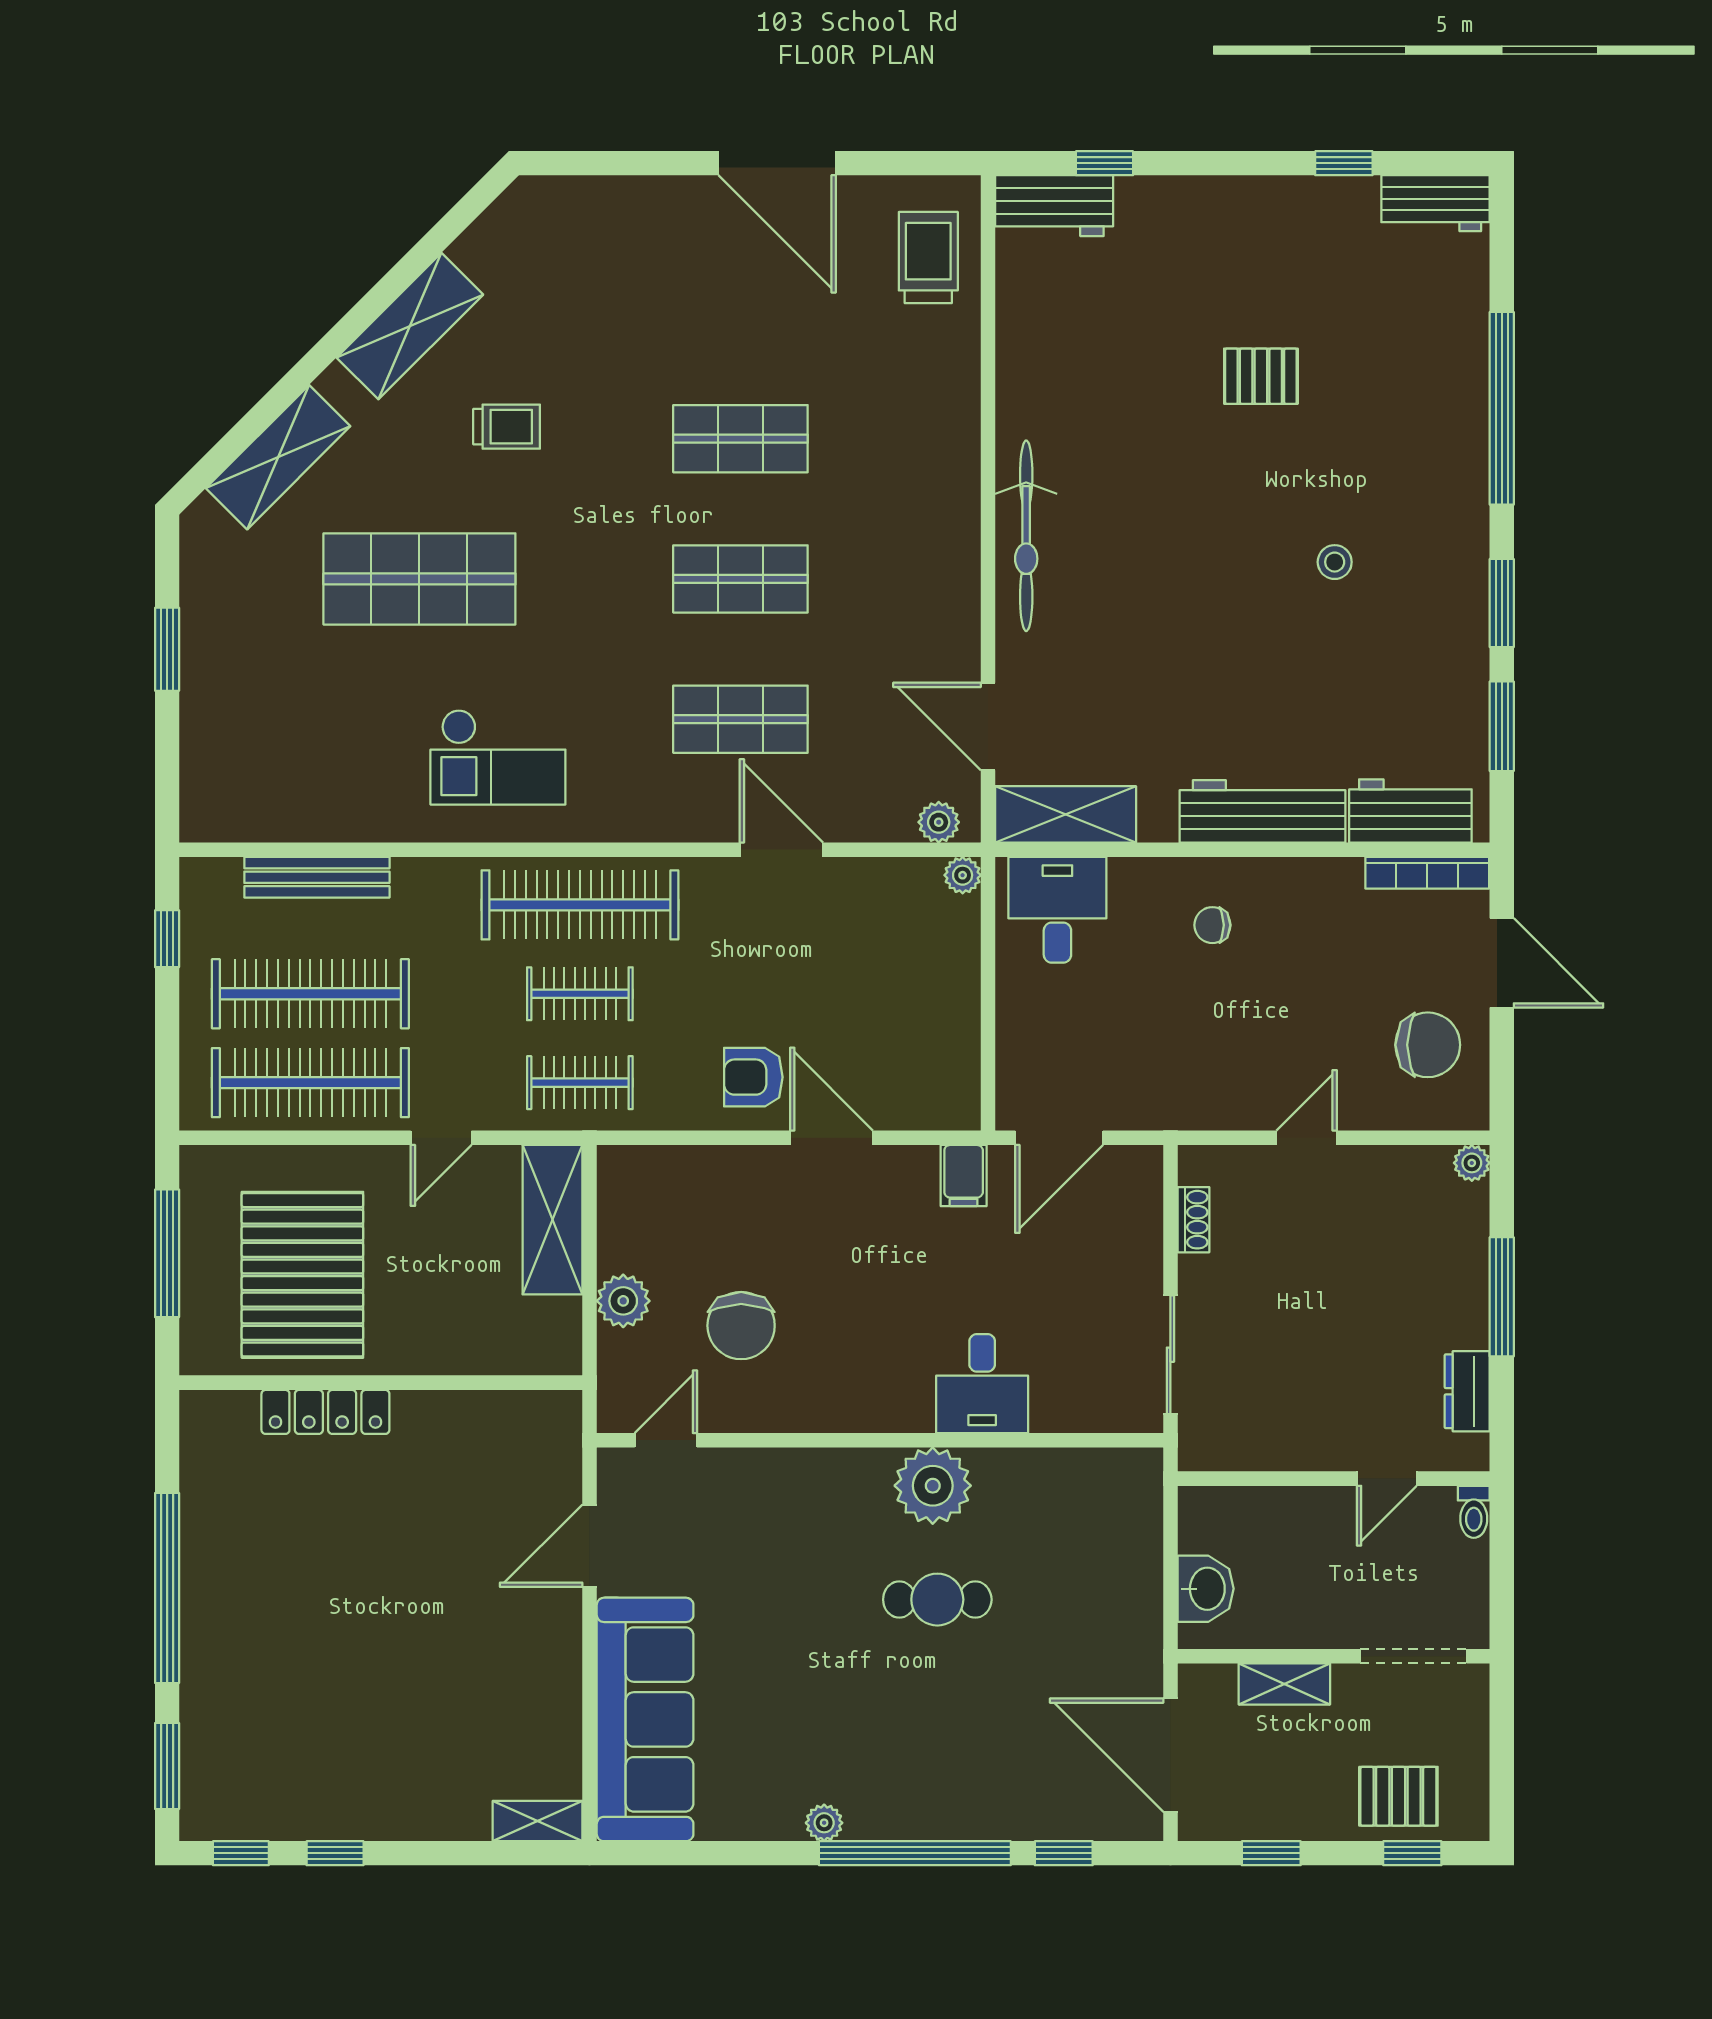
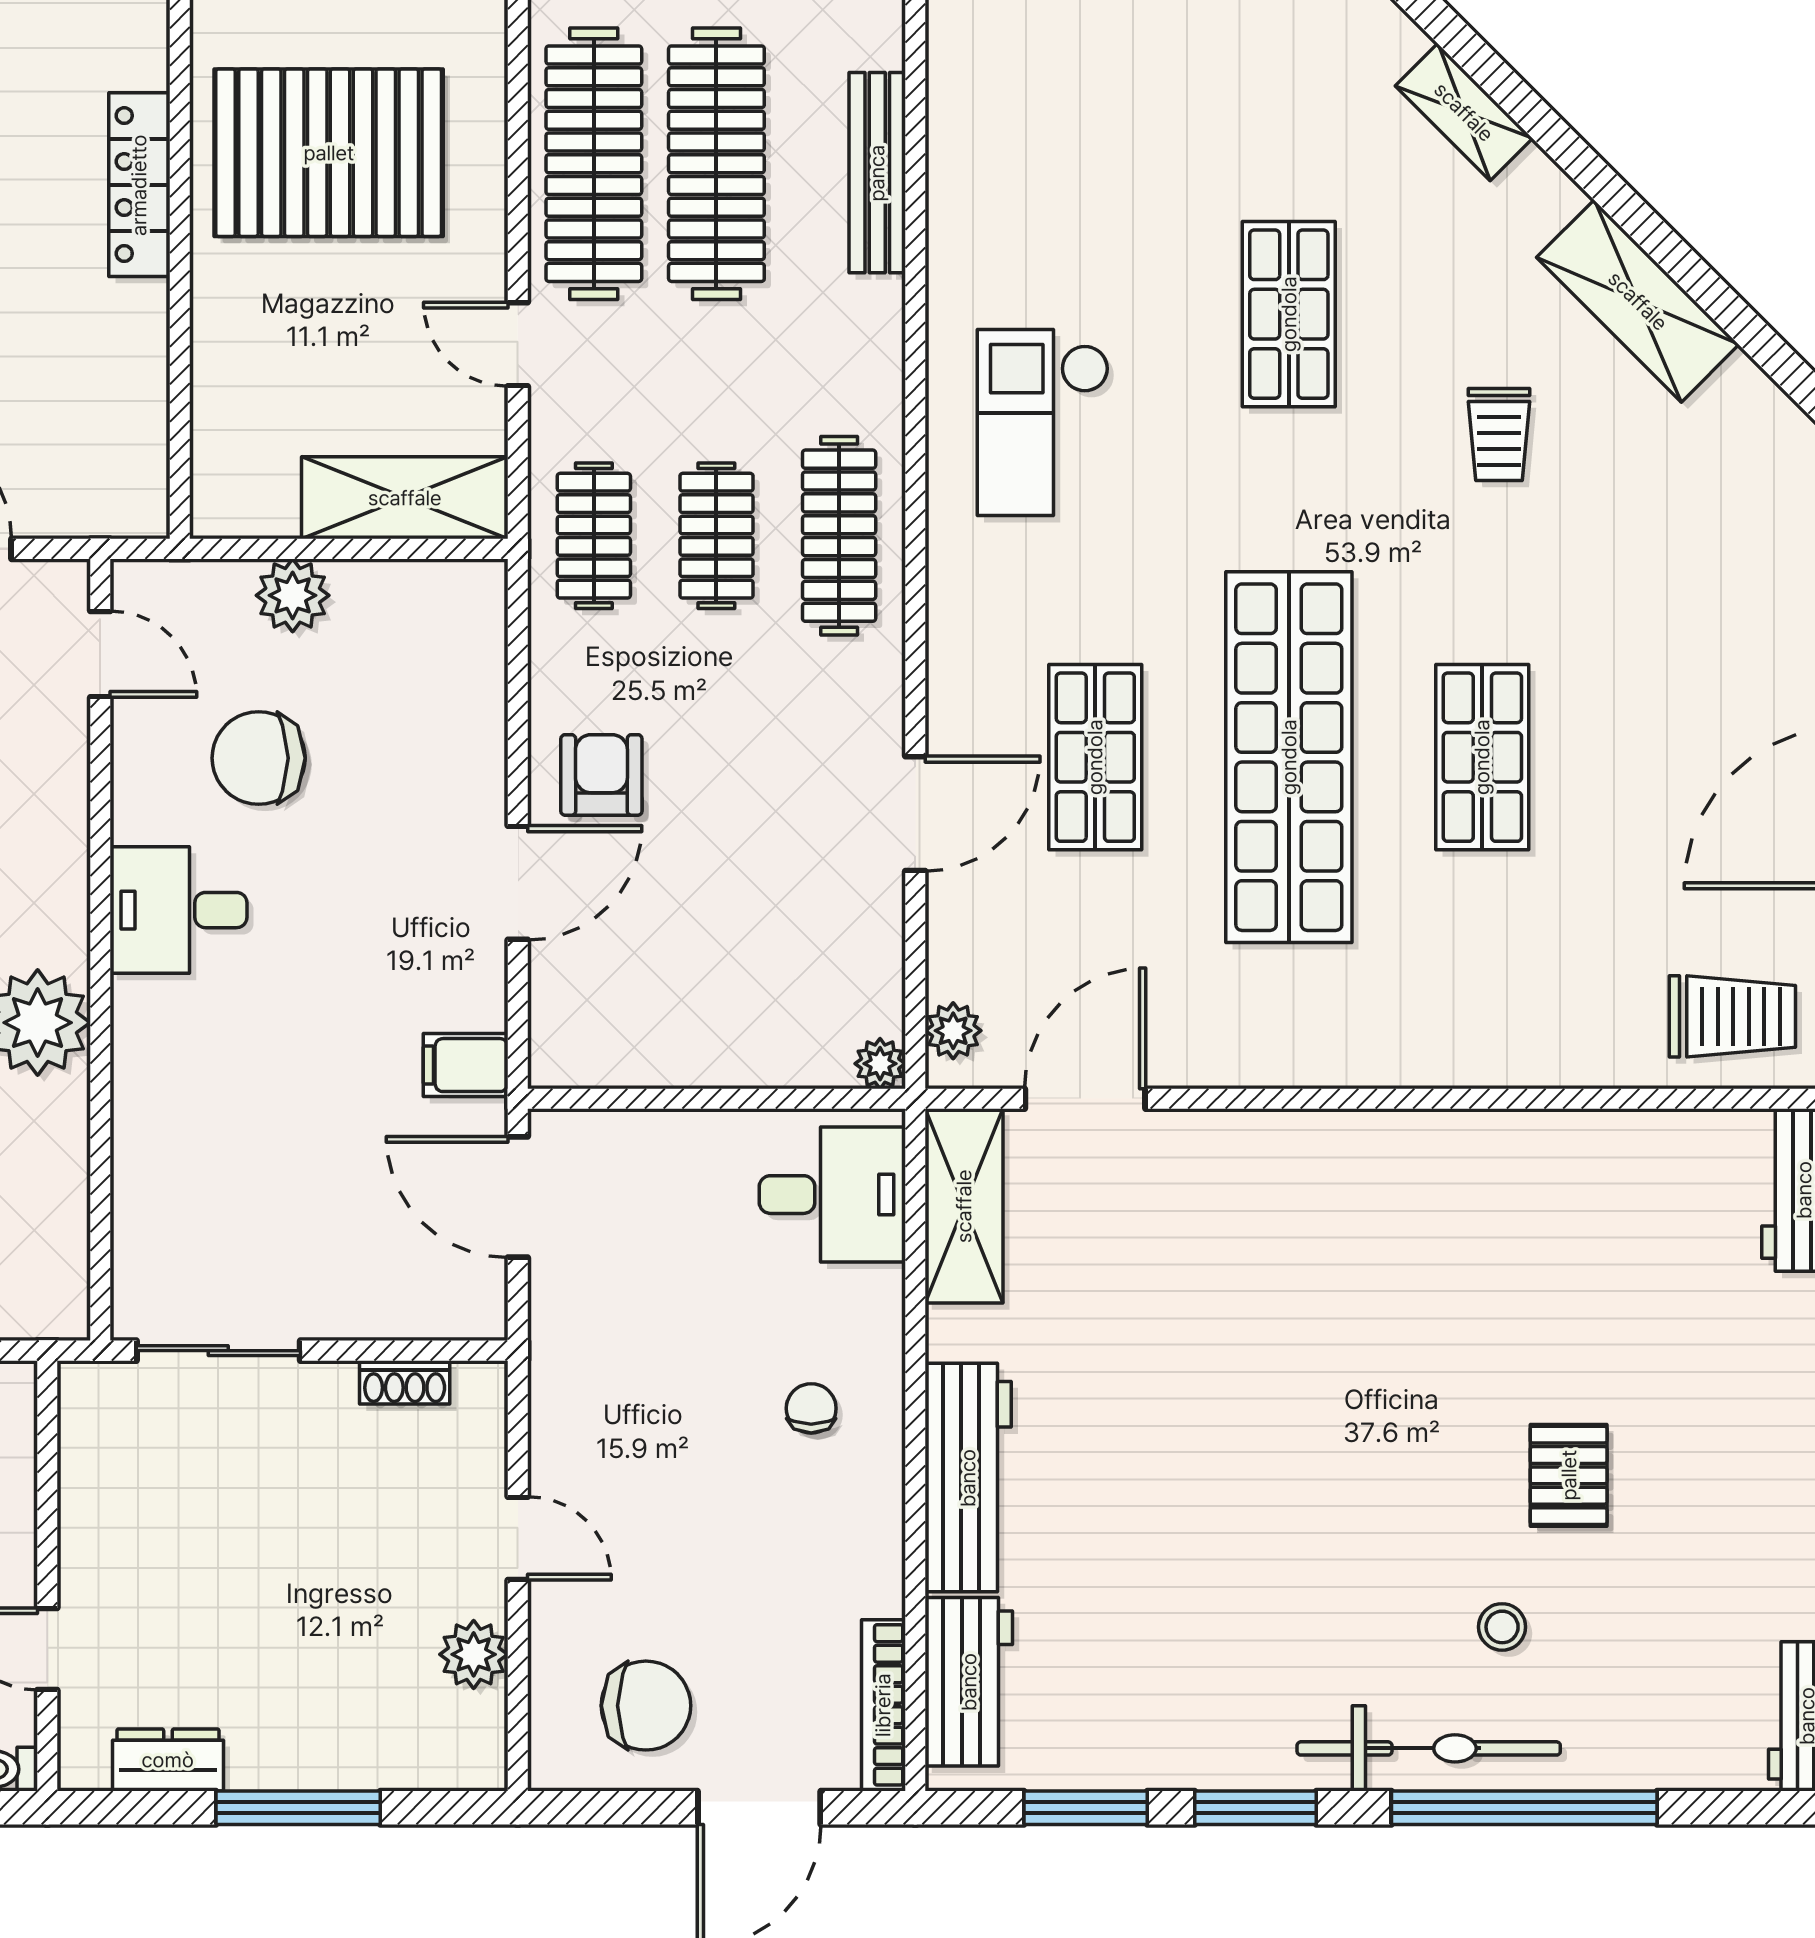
shelving: (278, 457) -> (1464, 112), width x0.67, depth x0.75
bicycle: (1026, 536) -> (1429, 1748), moved, turned 180
stool: (1335, 562) -> (1502, 1627), moved
shop shelf: (419, 579) -> (1289, 314), width x0.70, depth x0.74
shop shelf: (740, 579) -> (1289, 757), width x2.00, depth x1.36
clothes rail: (580, 905) -> (839, 536), width x0.73, depth x0.76
chair: (1428, 1045) -> (646, 1706), turned -90
plant: (1472, 1163) -> (474, 1654), moved, width x1.38, depth x1.38
desk: (982, 1384) -> (179, 910), moved

